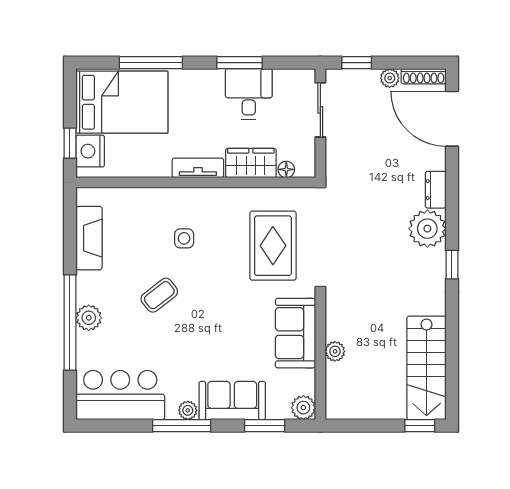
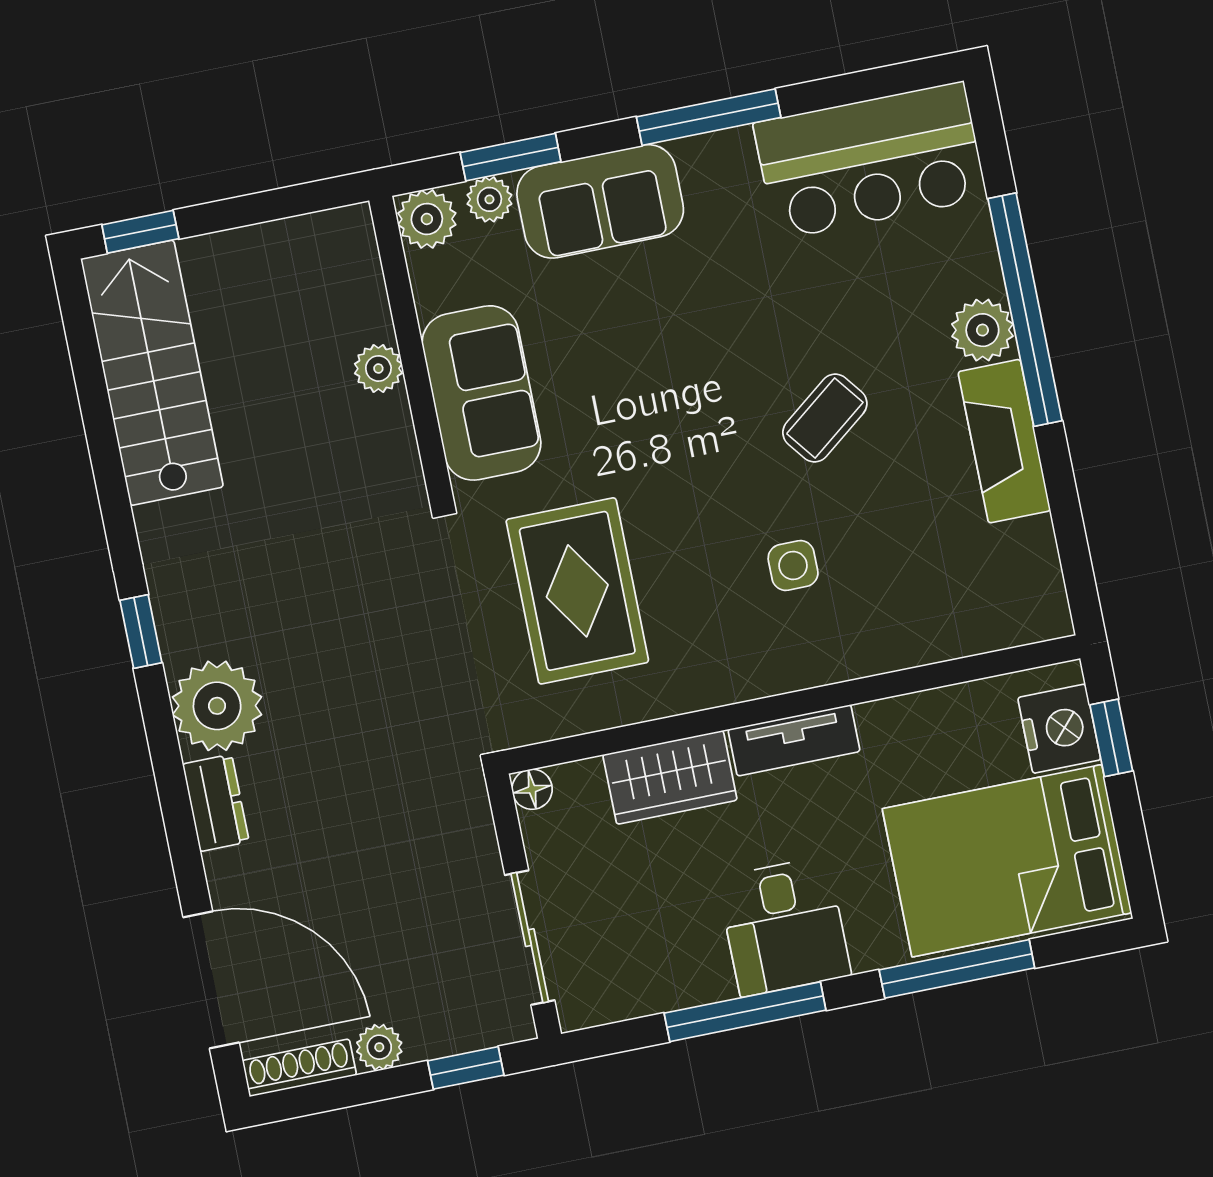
window: (240, 63) -> (745, 1012), width x1.44
desk: (249, 94) -> (784, 926), moved
floor lamp: (286, 169) -> (532, 789), moved
fireplace: (89, 238) -> (1004, 441), moved
plant: (188, 410) -> (489, 199), moved

